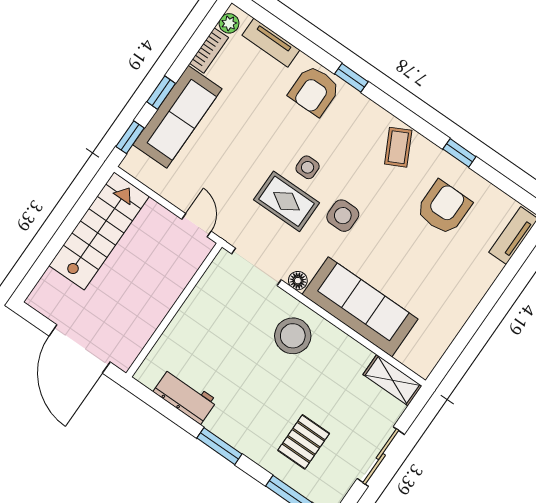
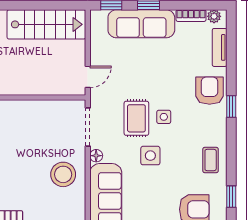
armchair: (314, 91) -> (210, 91), turned 90
coffee table: (398, 147) -> (211, 160), turned -63

